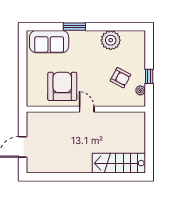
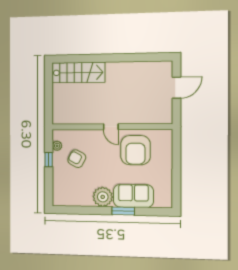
plant: (111, 40) -> (103, 197), moved
sofa: (49, 42) -> (133, 196), moved

